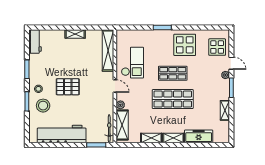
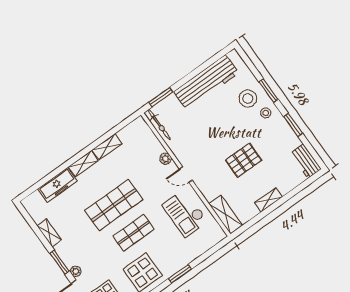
shelving: (108, 50) -> (226, 215), width x0.68
pallet: (68, 87) -> (244, 160), moved
shelving: (122, 125) -> (148, 138), removed

